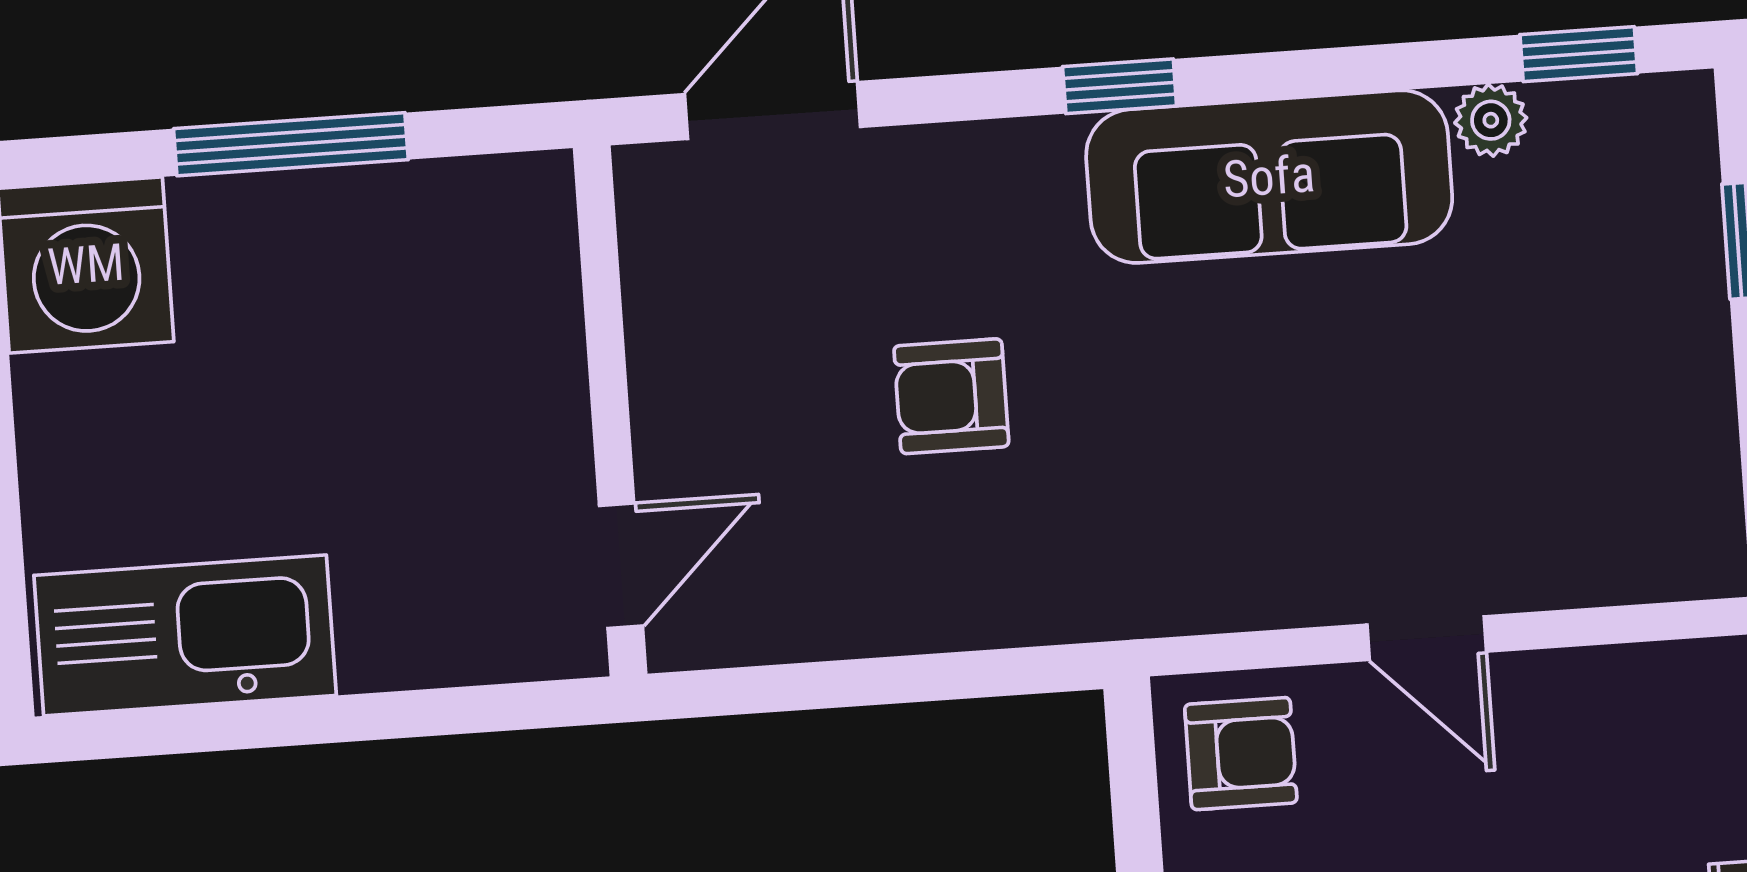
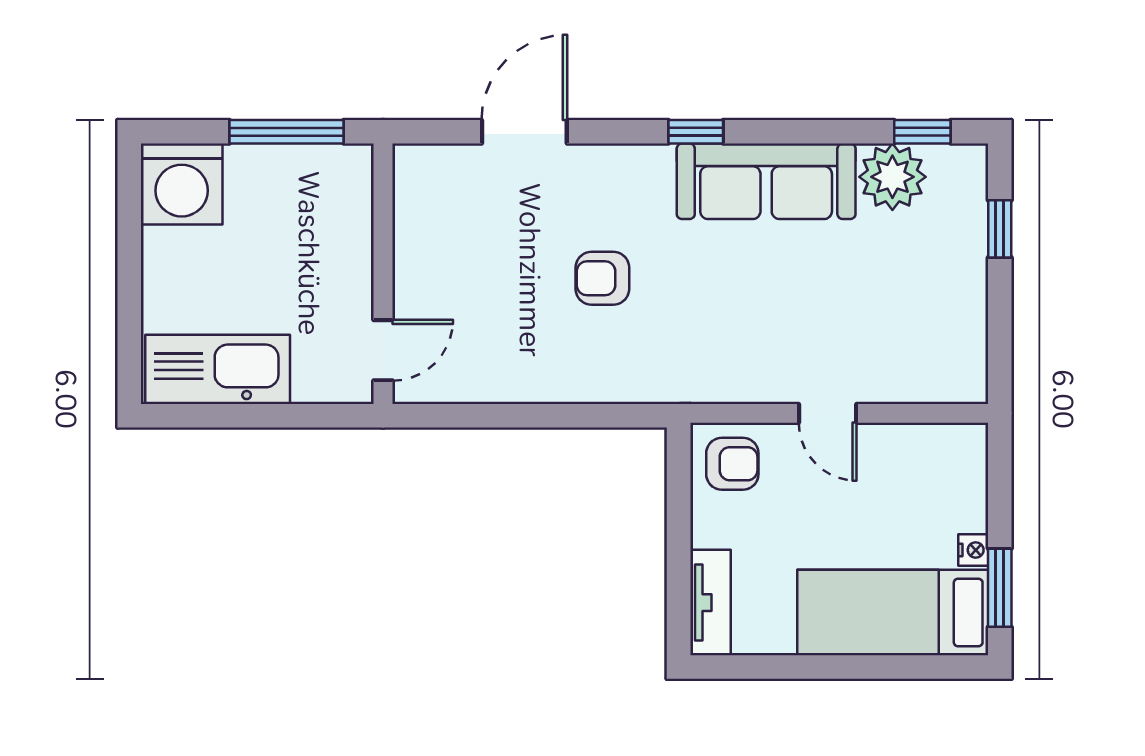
plant: (1491, 120) -> (892, 177), width x1.88, depth x1.88
wall: (610, 411) -> (383, 274), moved
door: (621, 566) -> (383, 350), moved

